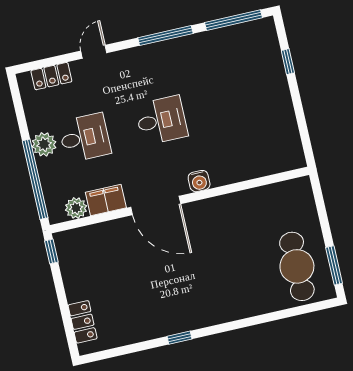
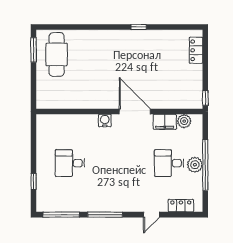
desk: (161, 120) -> (70, 163), moved
window: (35, 179) -> (205, 165), moved

